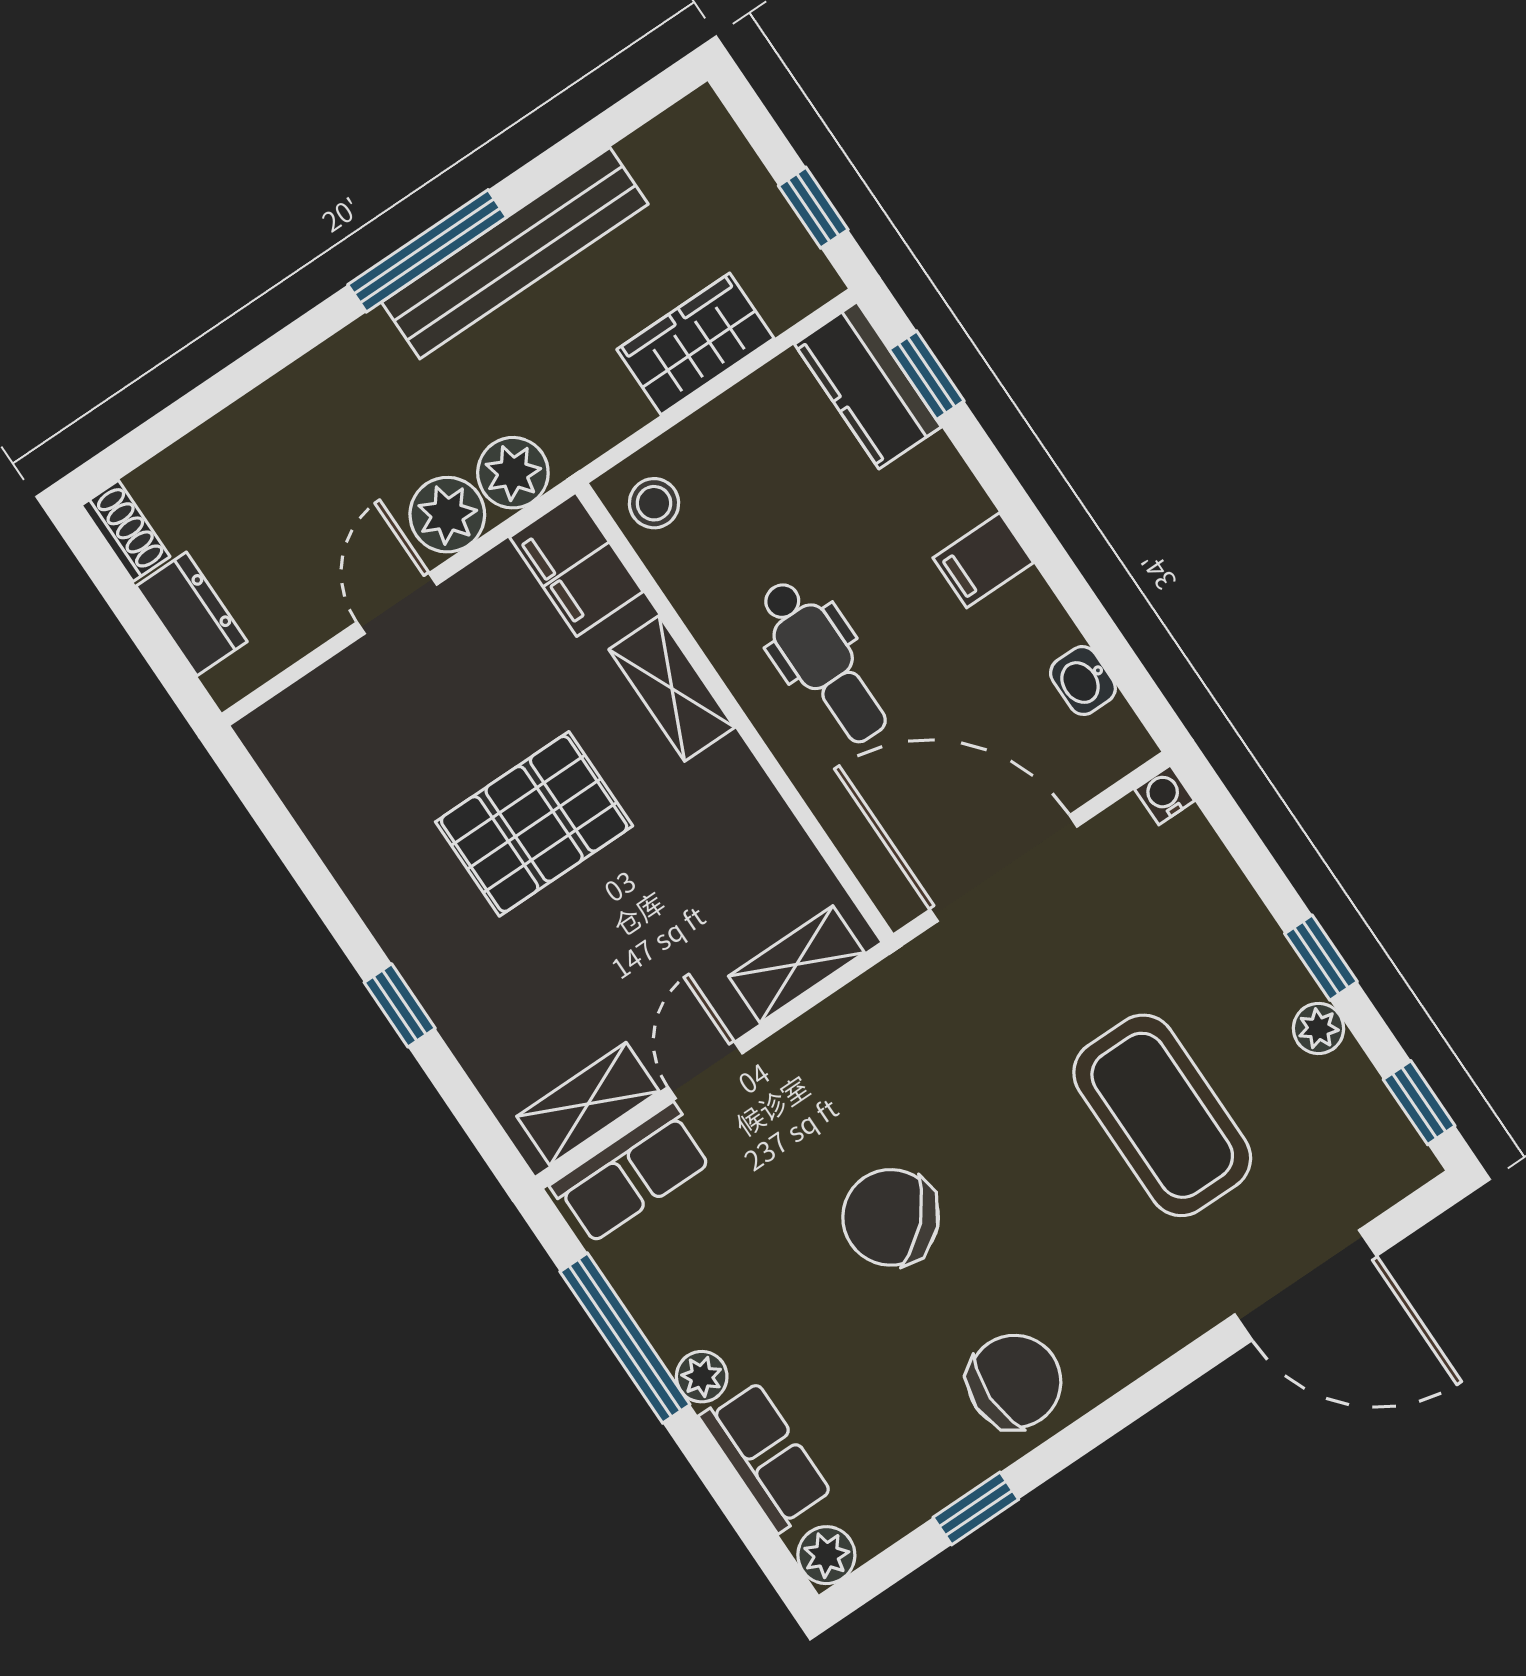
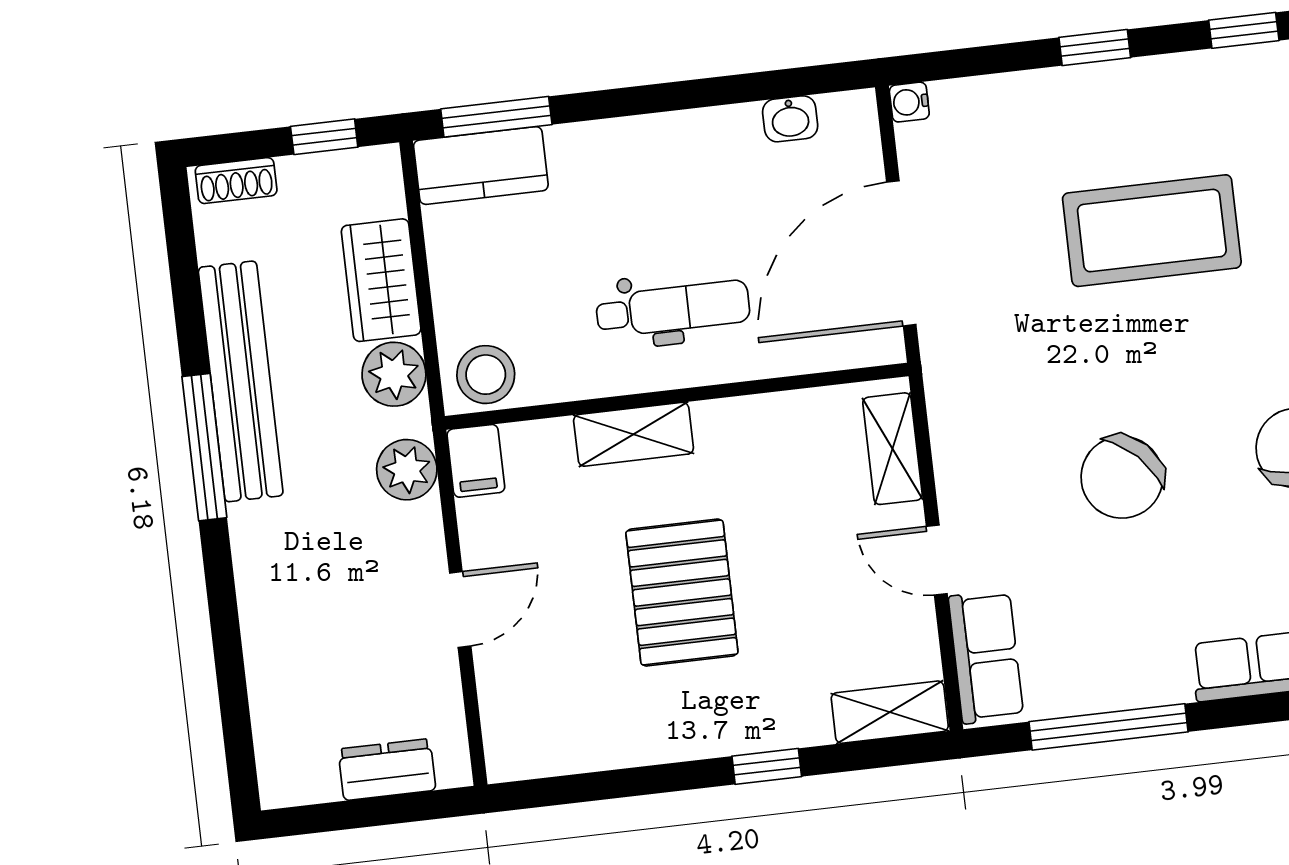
window: (927, 375) -> (496, 117), width x1.50
stool: (654, 503) -> (486, 375), width x1.37, depth x1.37
plant: (447, 515) -> (394, 374), moved
shoe rack: (126, 531) -> (236, 181), moved, turned 180
filing cabinet: (983, 560) -> (659, 147), removed
filing cabinet: (576, 564) -> (476, 461), width x0.50
door: (397, 603) -> (460, 609), swing flipped
plant: (1319, 1028) -> (1148, 77), removed
shelving: (588, 1104) -> (890, 712), moved, turned 90
plant: (702, 1377) -> (1168, 684), removed

